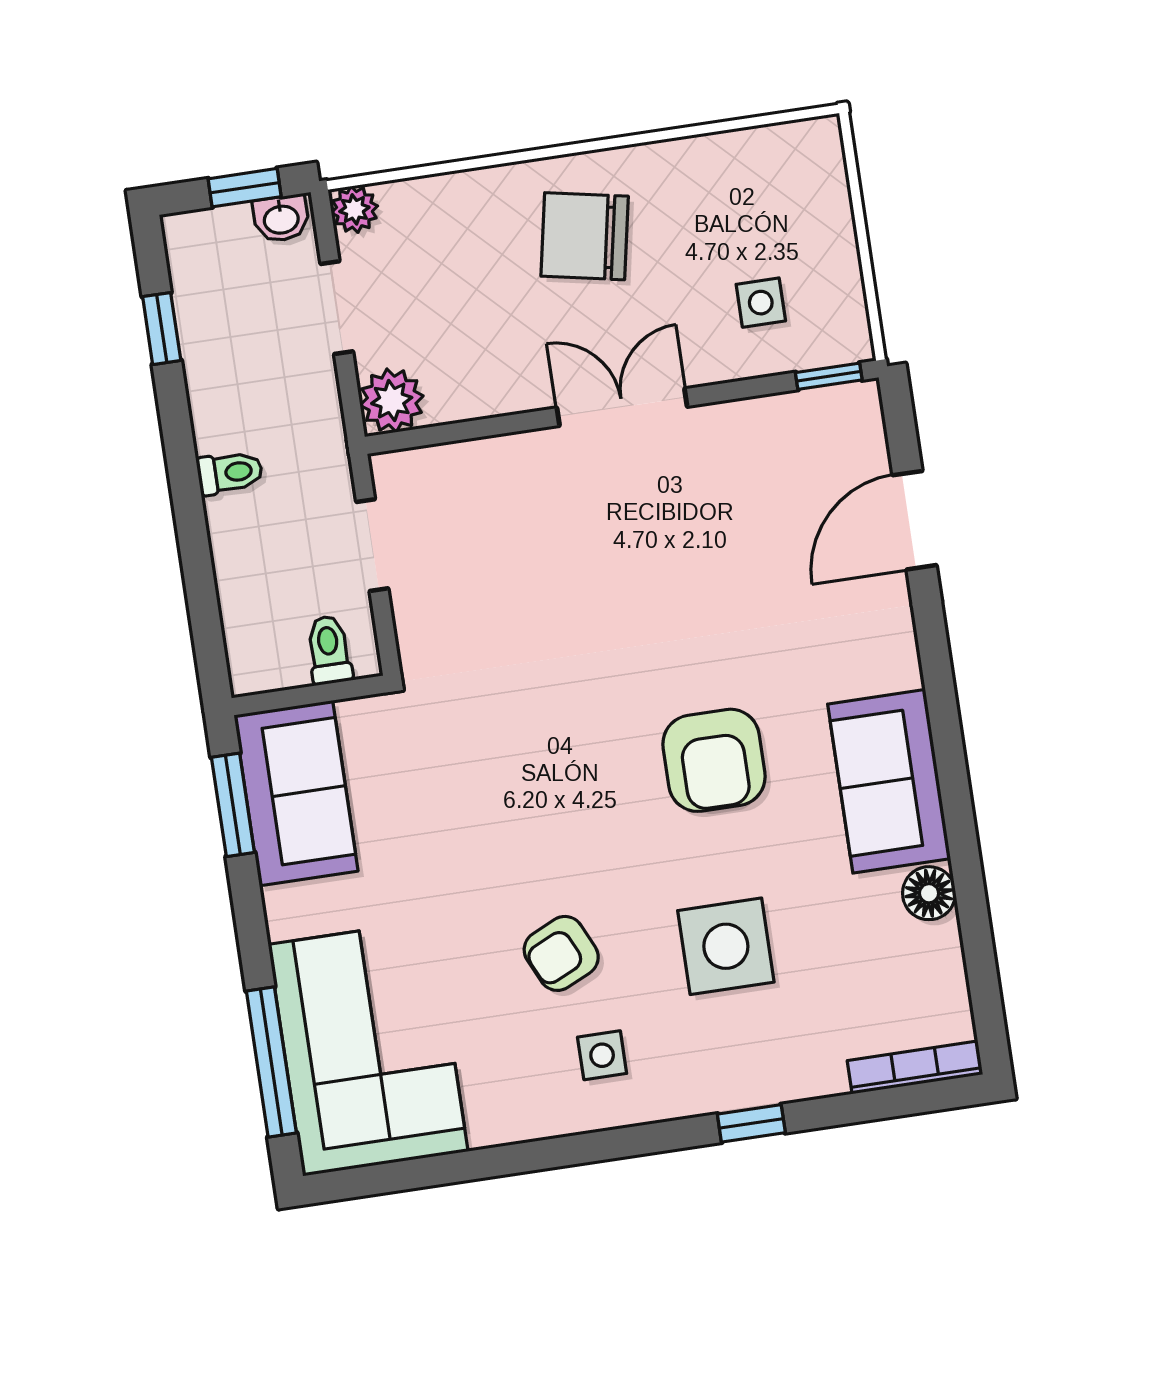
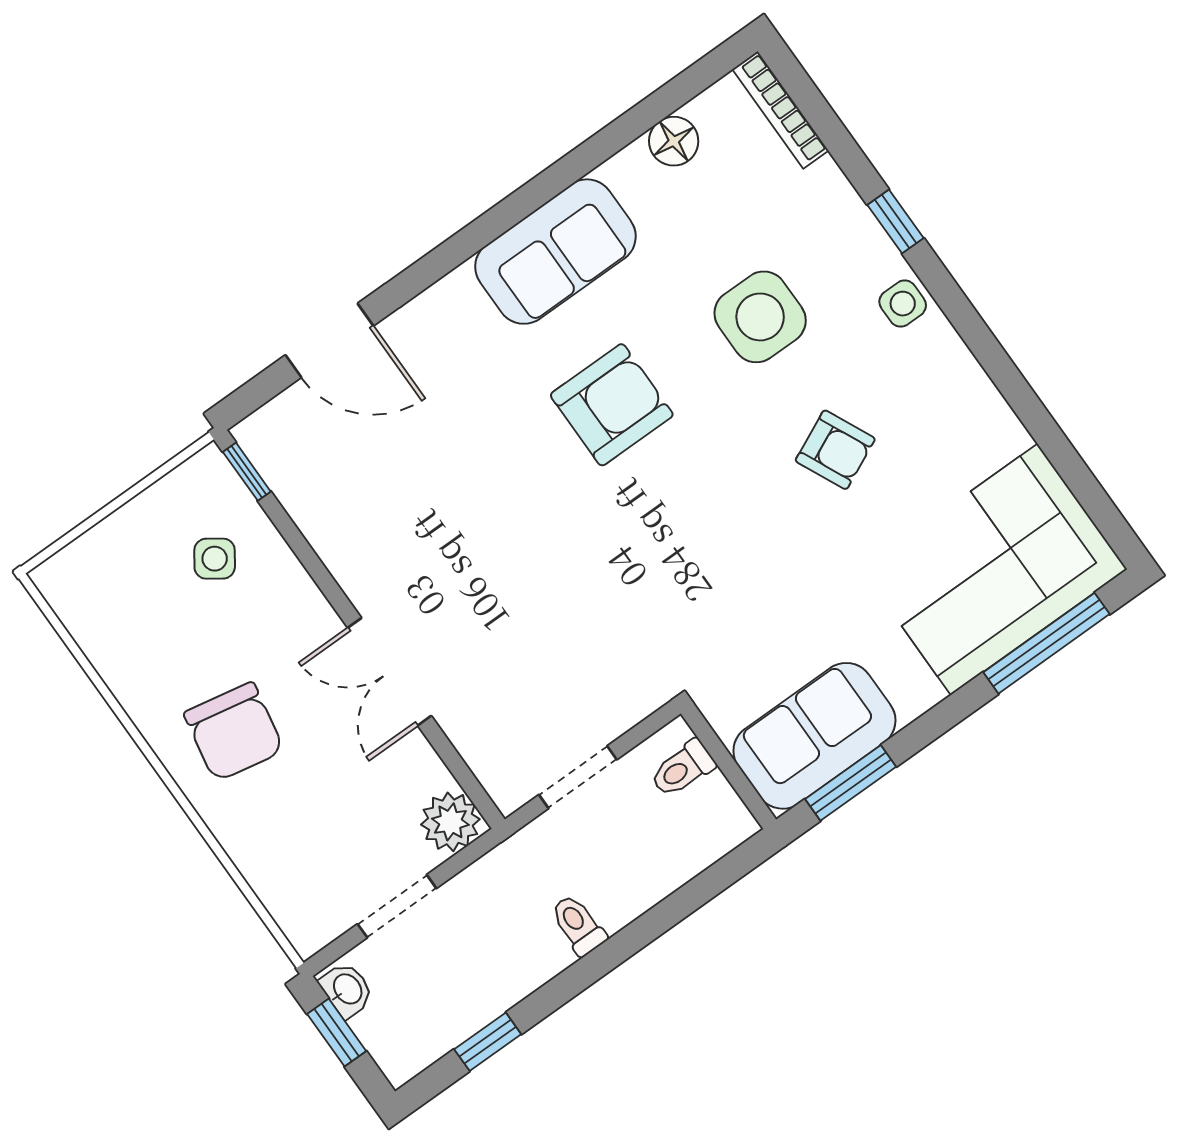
plant: (354, 209) -> (308, 933), removed
side table: (761, 303) -> (215, 559), turned 35
double door: (622, 407) -> (390, 672), moved
floor lamp: (929, 893) -> (674, 141), moved
side table: (602, 1055) -> (903, 304), moved

